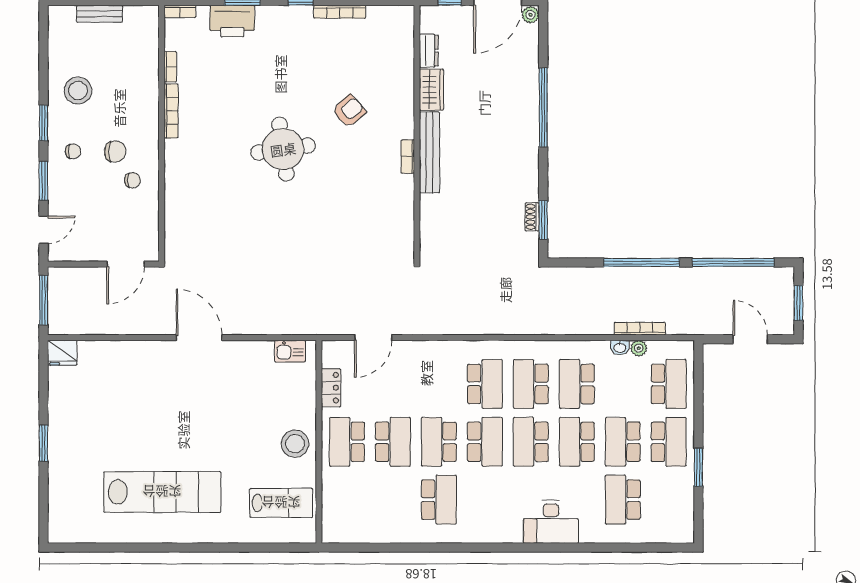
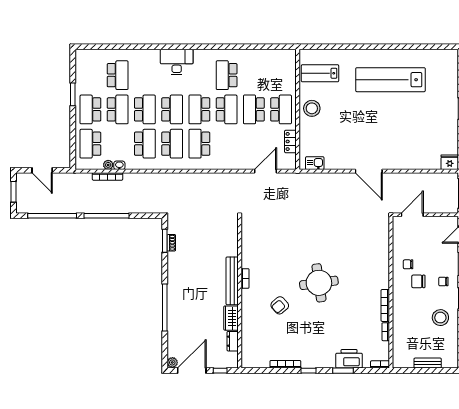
desk: (551, 522) -> (177, 62), moved

